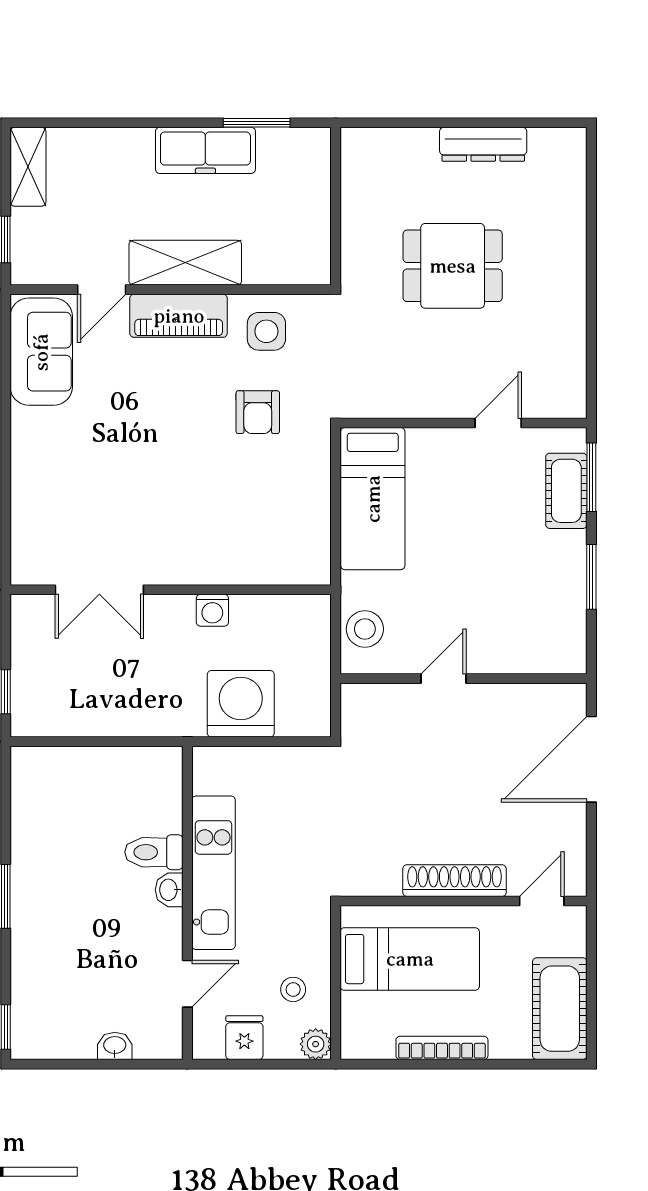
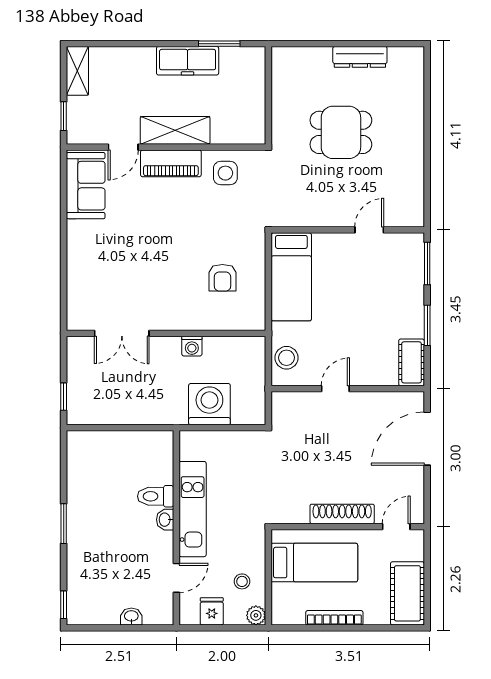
armchair: (258, 412) -> (222, 278), moved
cot: (566, 491) -> (412, 362), moved

